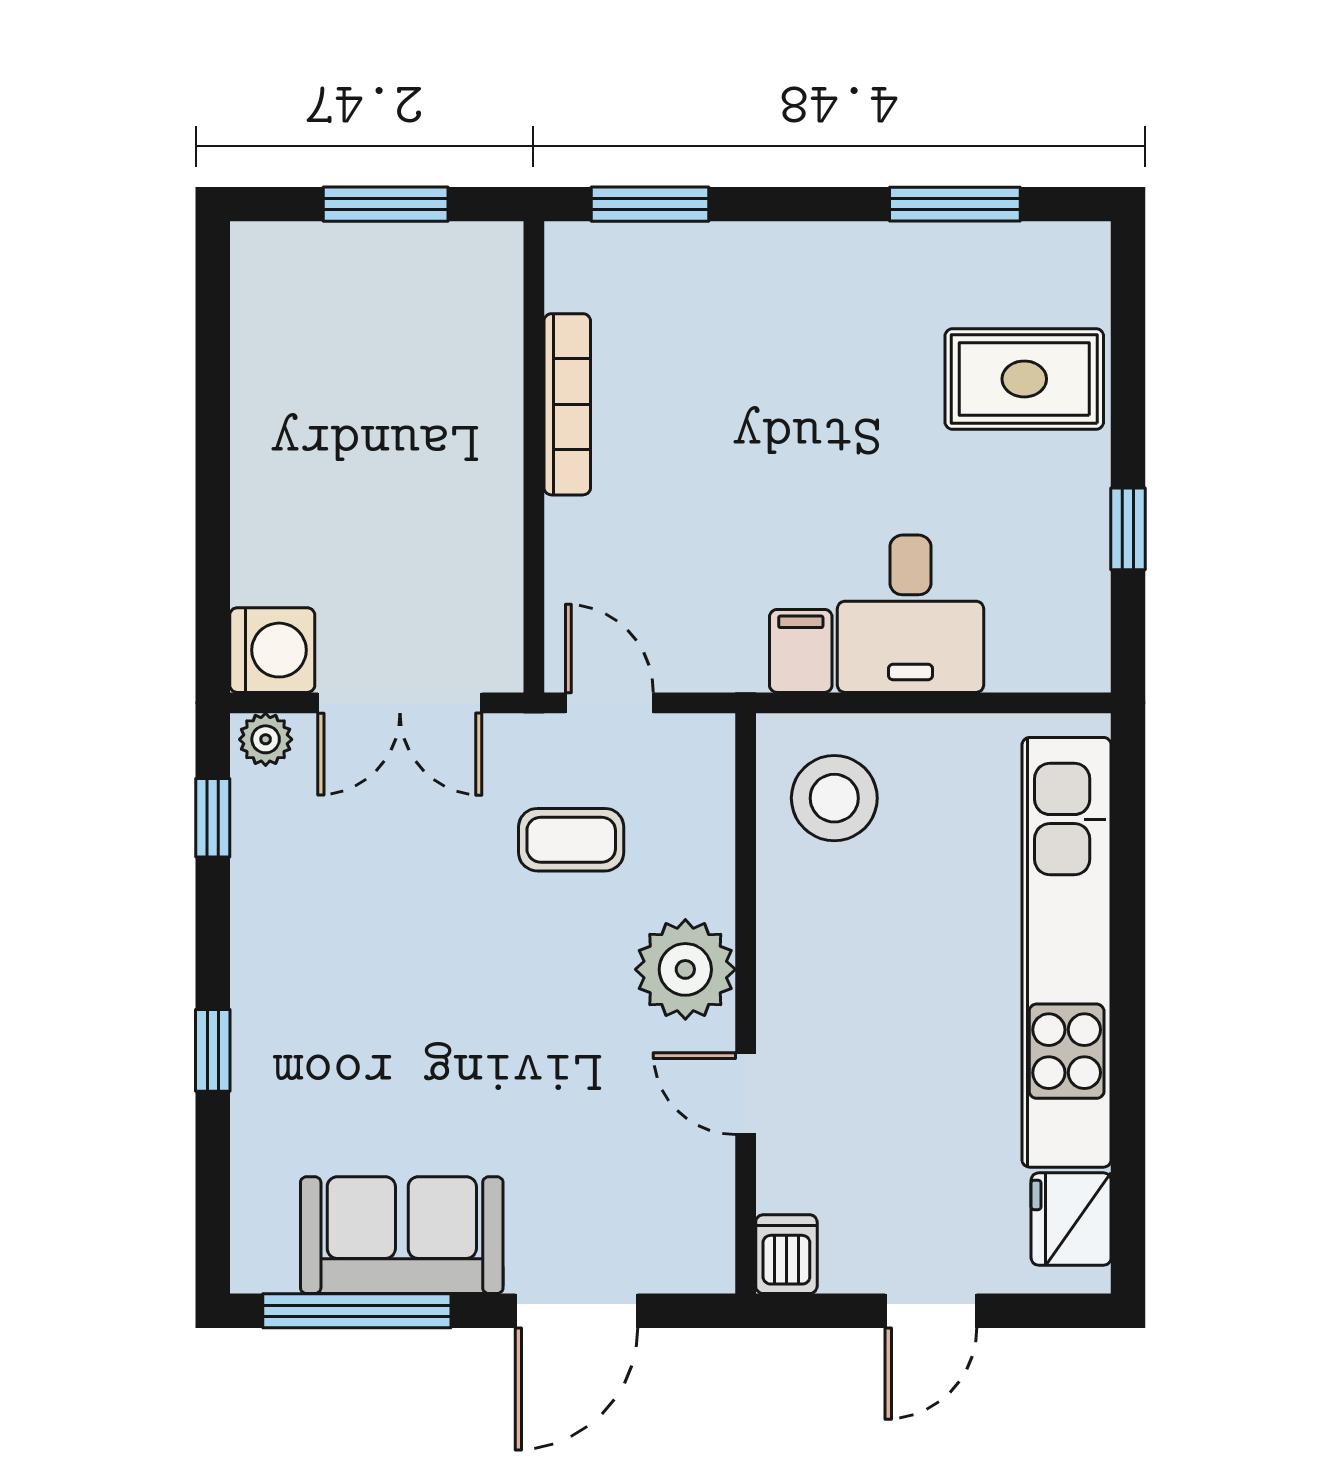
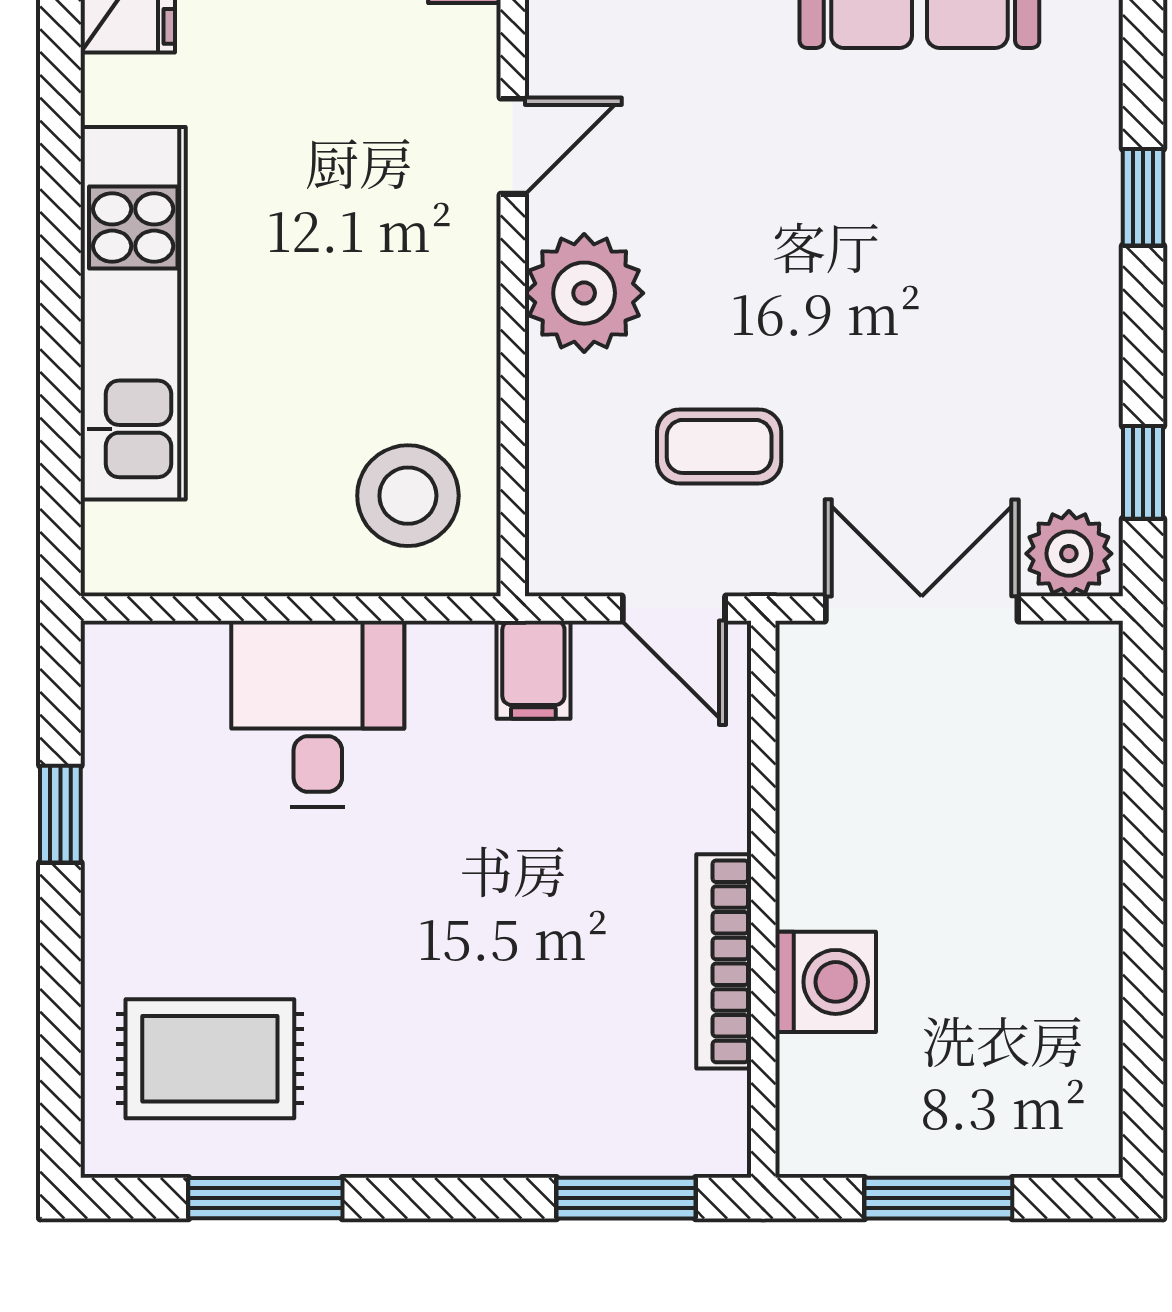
rug: (1024, 379) -> (210, 1059), moved
washing machine: (272, 650) -> (826, 982), moved, turned 180
filing cabinet: (801, 651) -> (533, 670), moved
plant: (266, 739) -> (1069, 554), width x1.38, depth x1.38
kitchen unit: (1067, 952) -> (133, 313), width x0.73
door: (746, 1094) -> (513, 146), hinge flipped

